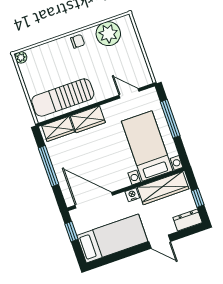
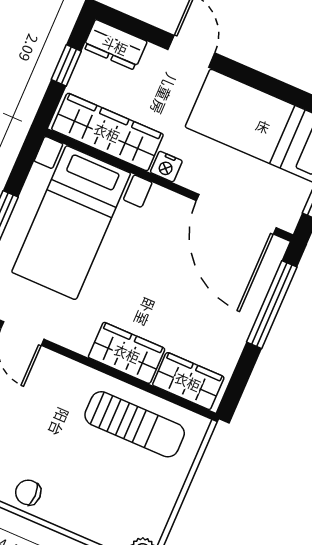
sun lounger: (63, 98) -> (135, 424), width x0.73, depth x0.75
window: (48, 166) -> (272, 305), moved

